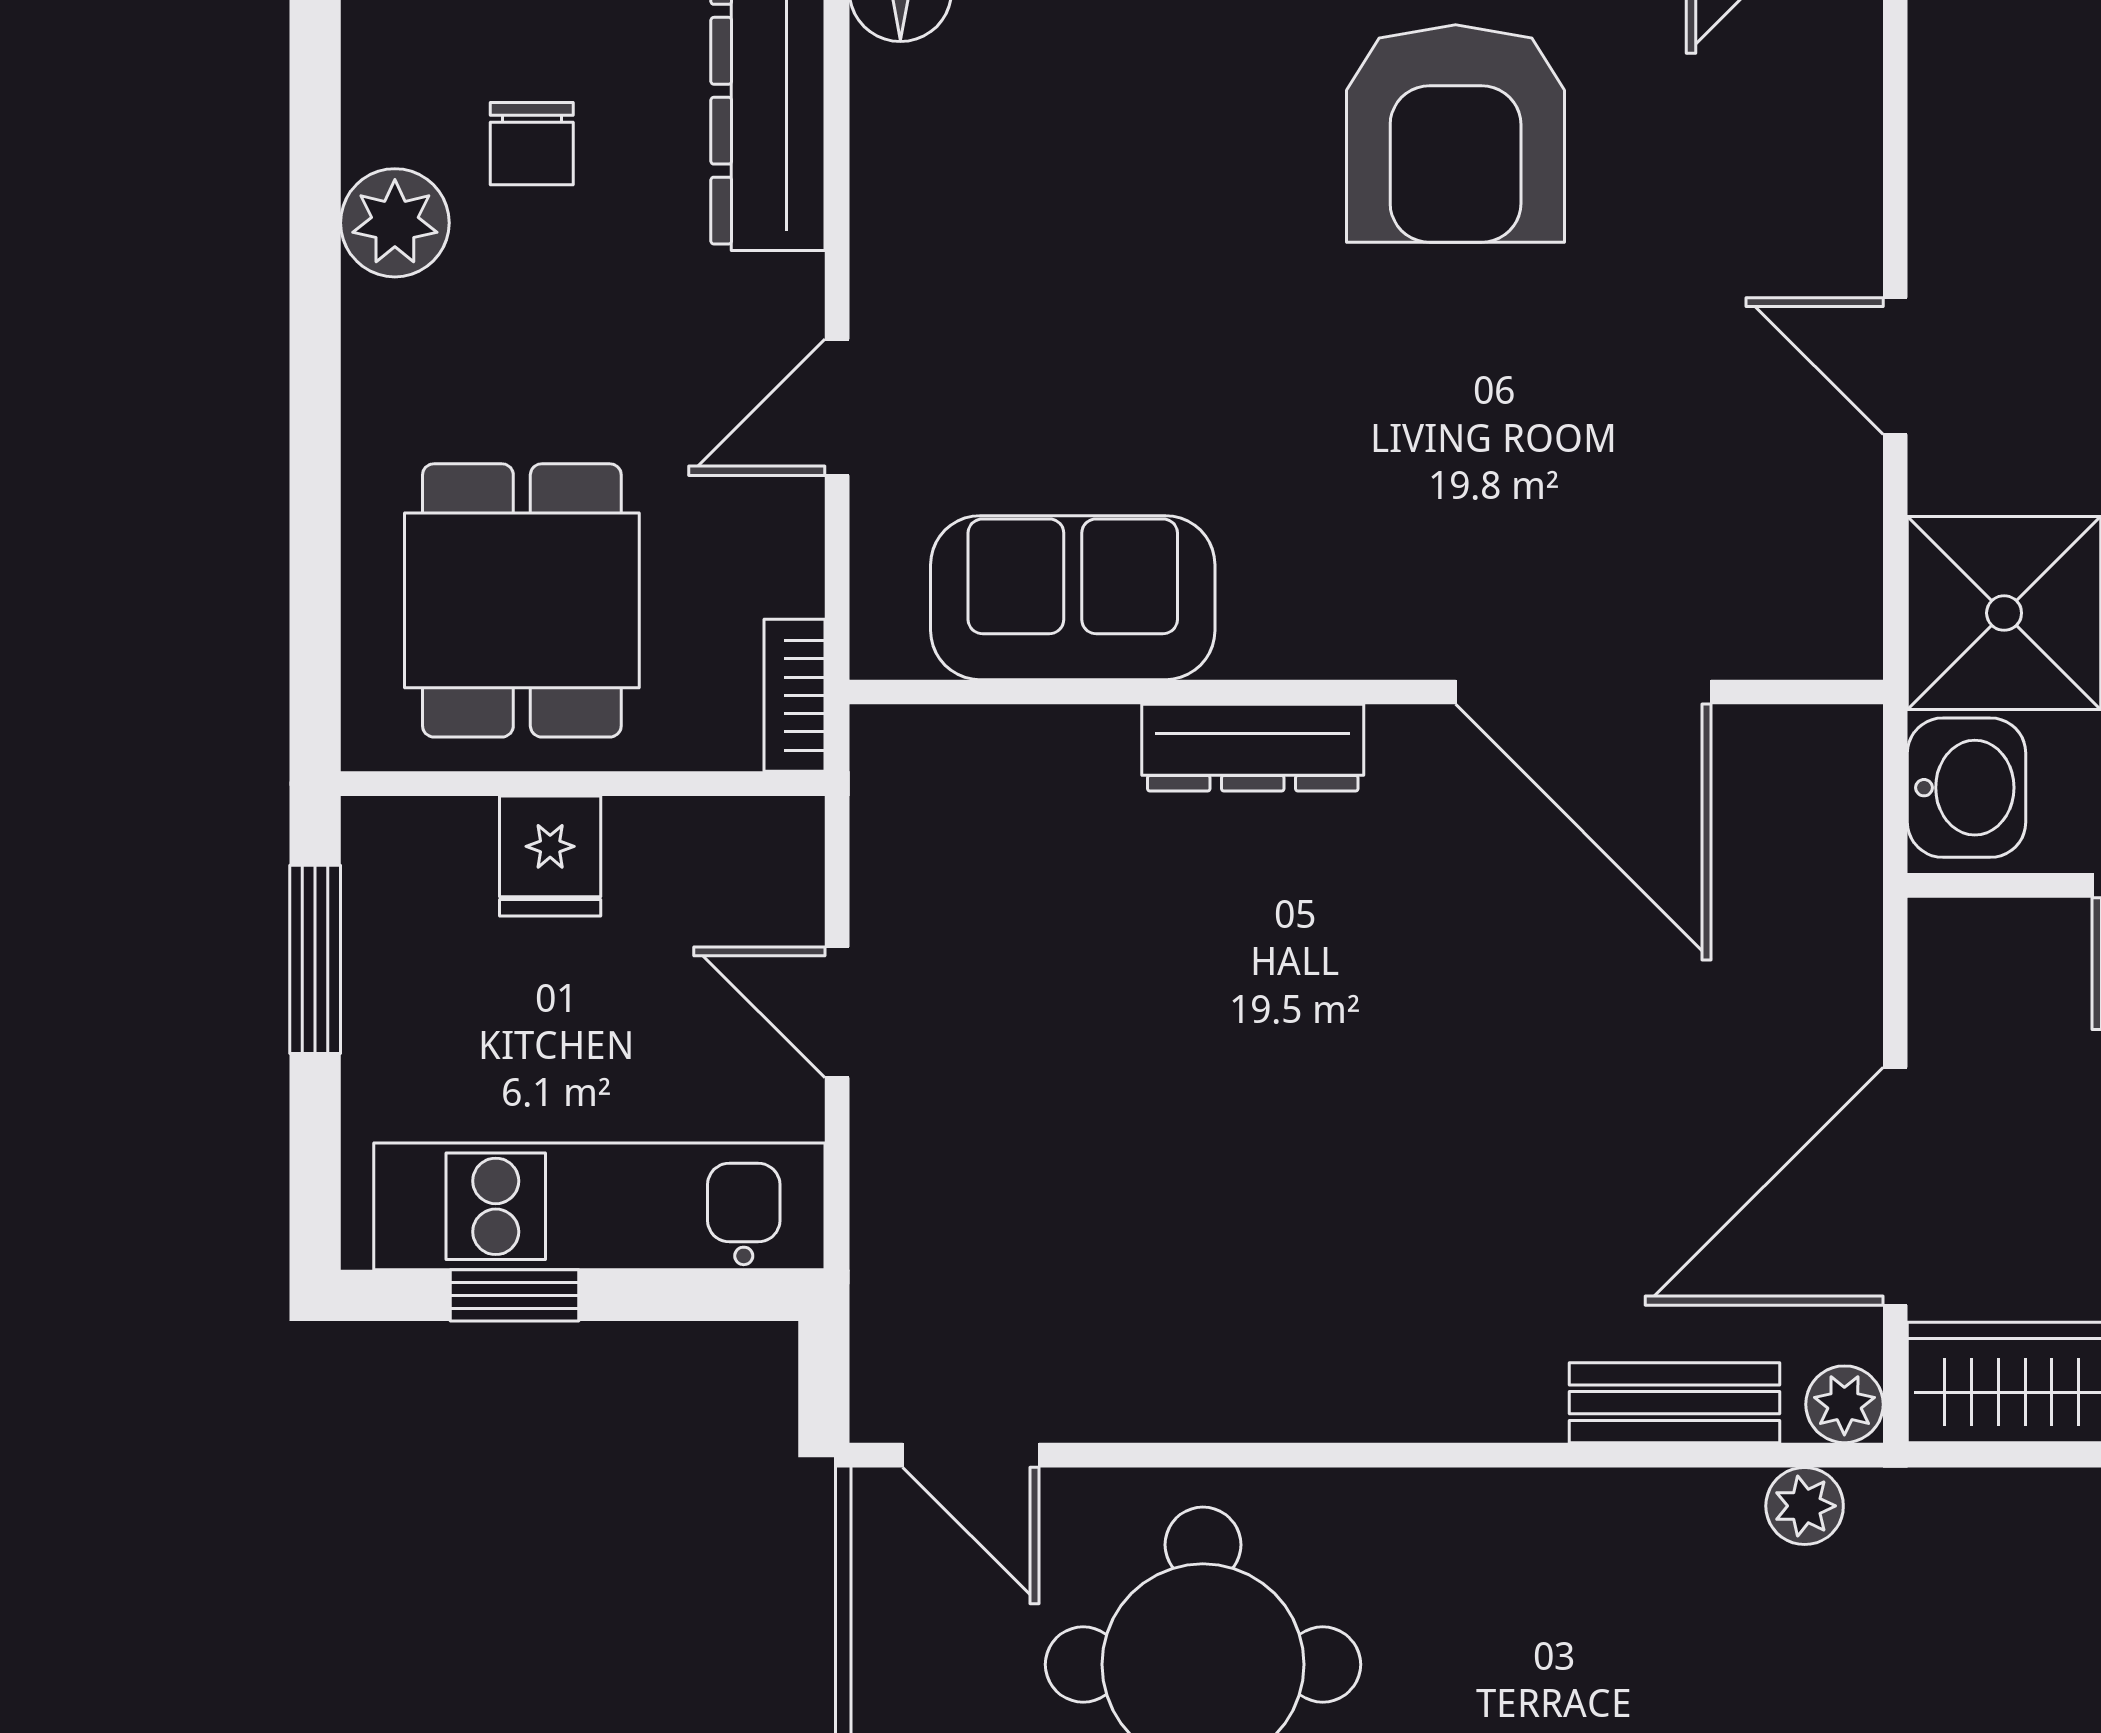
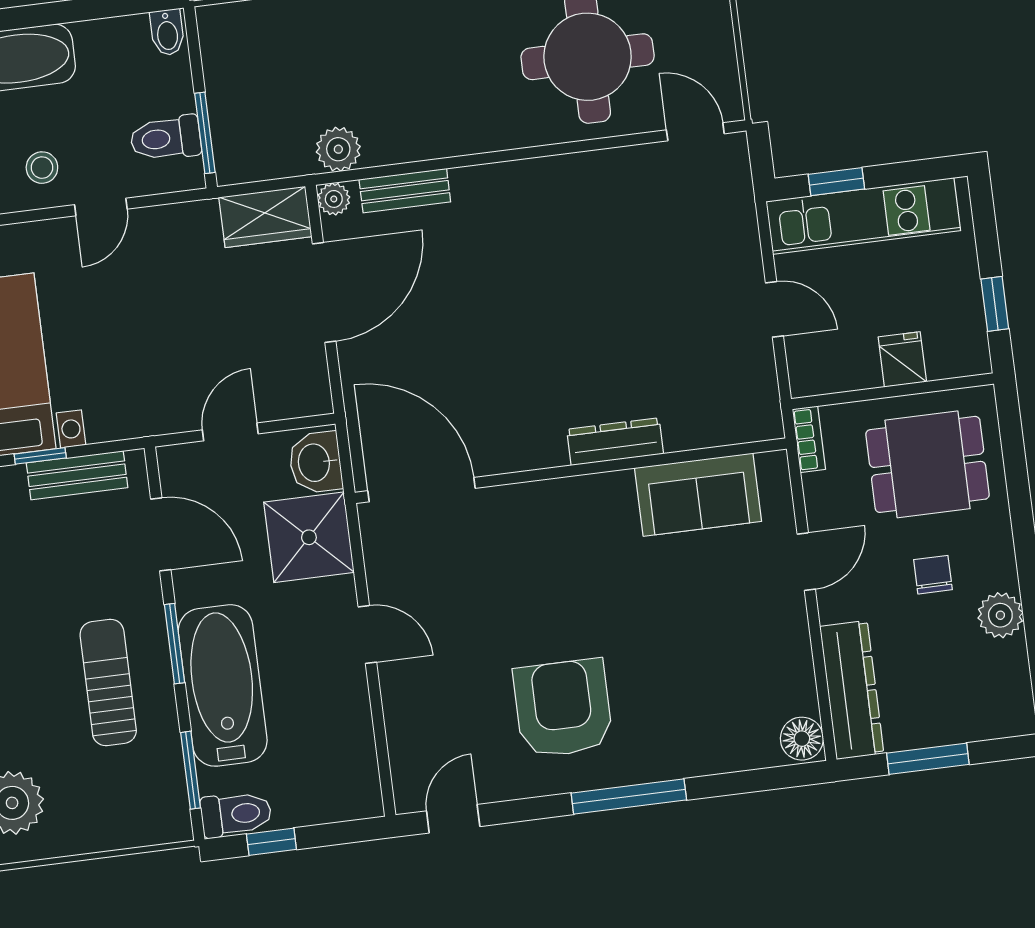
chair: (532, 144) -> (933, 575), moved
dining table: (522, 600) -> (928, 464), turned 90
door: (1583, 692) -> (422, 490), moved
window: (315, 959) -> (995, 304), width x0.67
window: (515, 1295) -> (836, 182), moved
plant: (1805, 1506) -> (338, 149), width x1.38, depth x1.38

